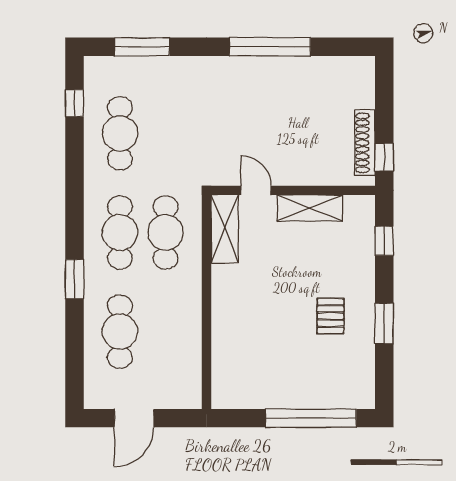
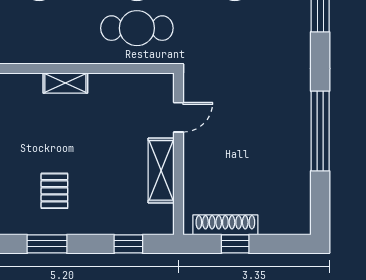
window: (384, 157) -> (235, 244), moved
shelving: (225, 229) -> (65, 83), moved, width x0.67, depth x0.75
pallet: (330, 316) -> (54, 191), turned 90

